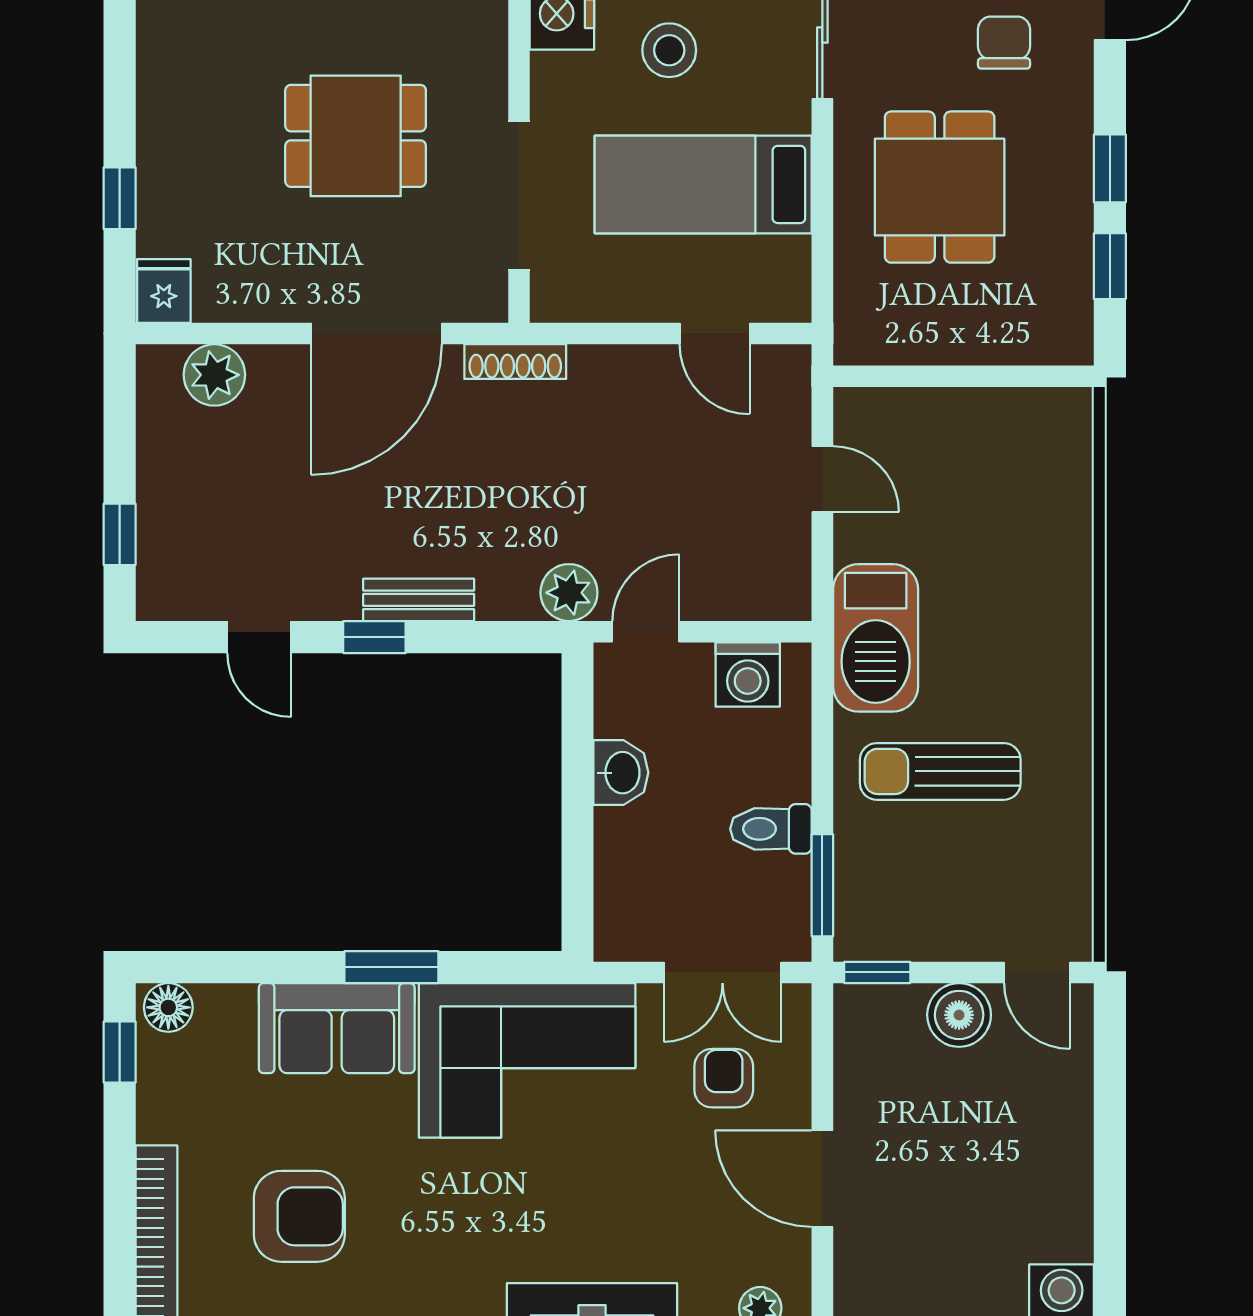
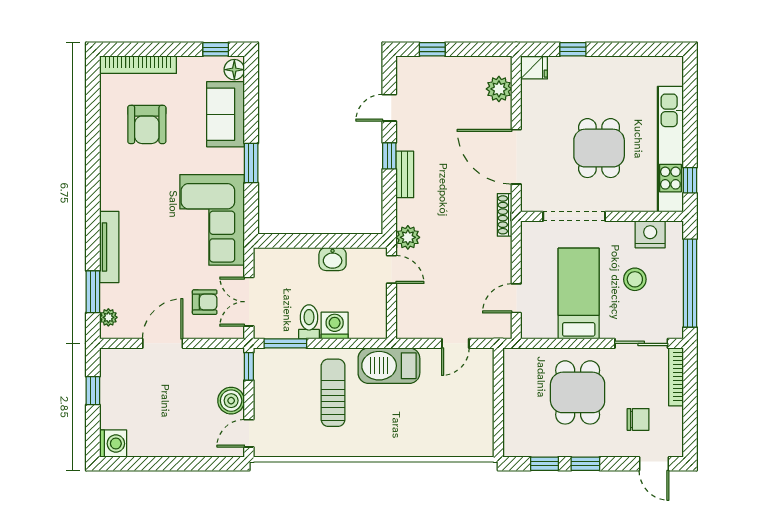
dining table: (940, 187) -> (578, 392), turned 90
washing machine: (748, 675) -> (335, 325), moved, turned 90
sofa: (337, 1028) -> (226, 114), moved

